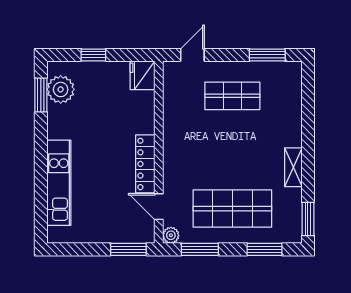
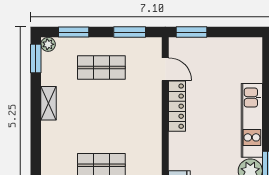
kitchen unit: (59, 183) -> (252, 120), moved
shop shelf: (232, 209) -> (101, 67), width x0.70, depth x0.74
plant: (171, 235) -> (48, 44), moved

